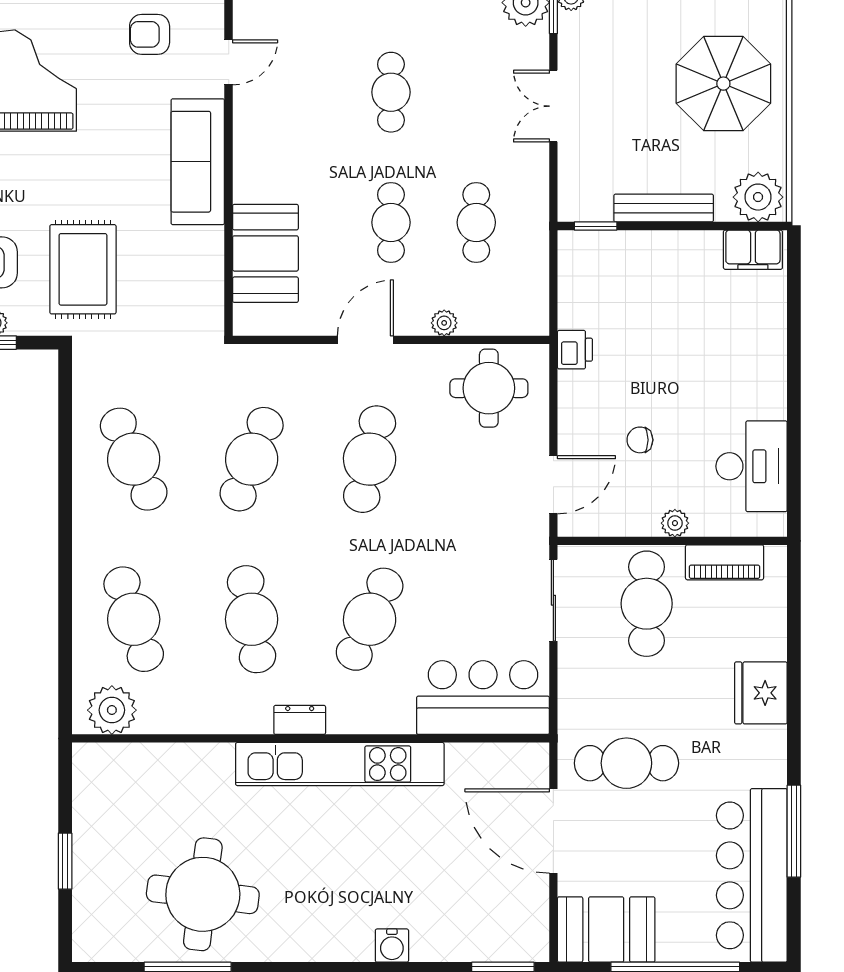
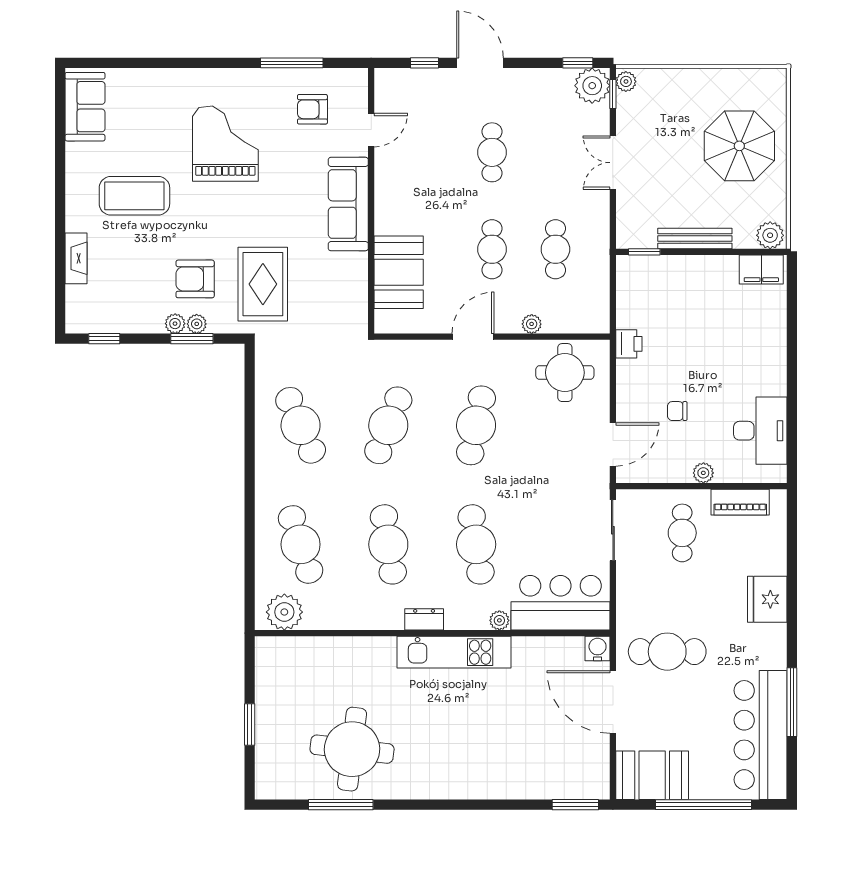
plant: (758, 197) -> (770, 235), width x0.73, depth x0.73
cafe table: (647, 604) -> (682, 533), width x0.73, depth x0.74
cafe table: (370, 619) -> (476, 544), turned -33
plant: (401, 721) -> (499, 620), added
kitchen unit: (340, 764) -> (454, 652), width x0.73
water cooler: (392, 946) -> (598, 649), moved, turned 180

